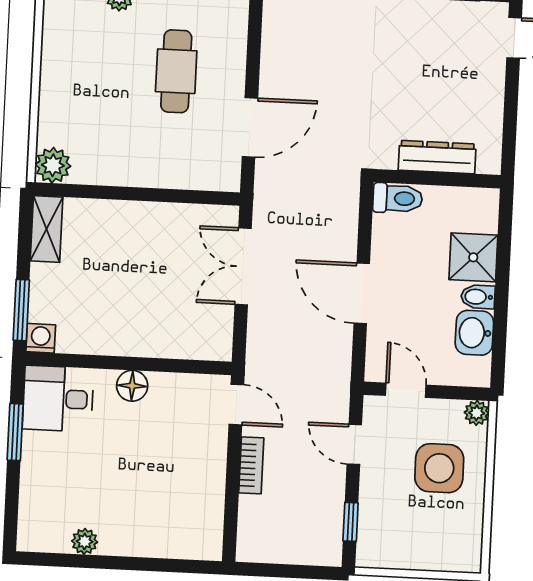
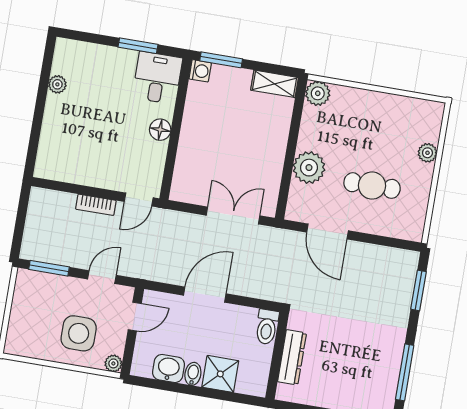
plant: (161, 165) -> (309, 168), added
window: (351, 522) -> (49, 268), width x1.50

